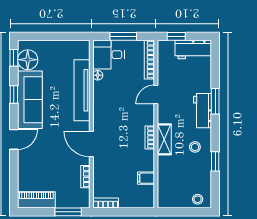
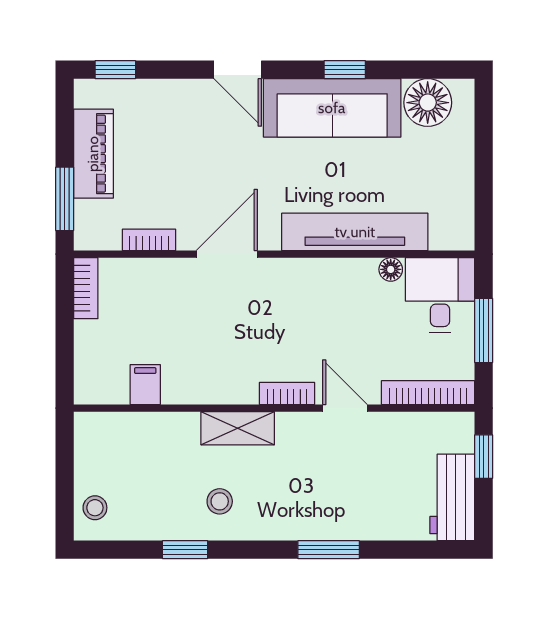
window: (14, 58) -> (115, 70), moved
workbench: (203, 111) -> (306, 520), removed
bookcase: (150, 137) -> (287, 393), moved
piano: (36, 200) -> (93, 154), moved

